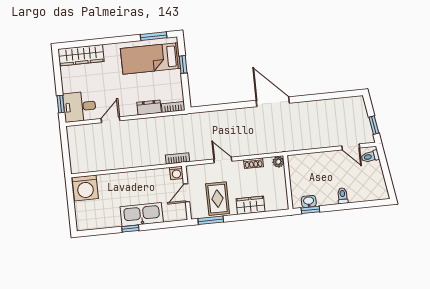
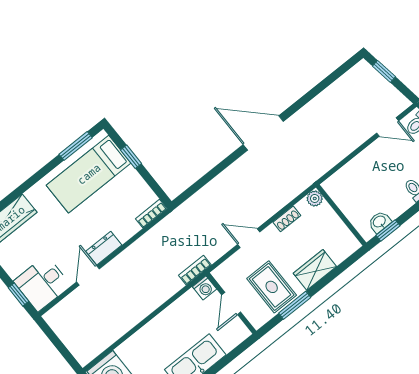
dresser: (149, 107) -> (104, 248), moved
window: (374, 125) -> (384, 71), moved
window: (211, 220) -> (295, 305), moved

